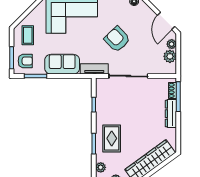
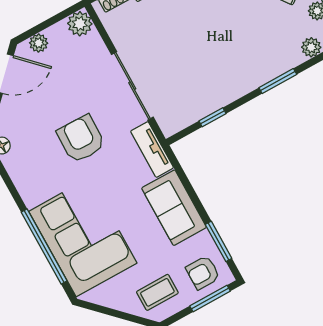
armchair: (117, 39) -> (81, 139), turned 135
plant: (170, 56) -> (80, 24), moved
armchair: (25, 61) -> (203, 273), turned -90
rug: (112, 138) -> (253, 56), removed

